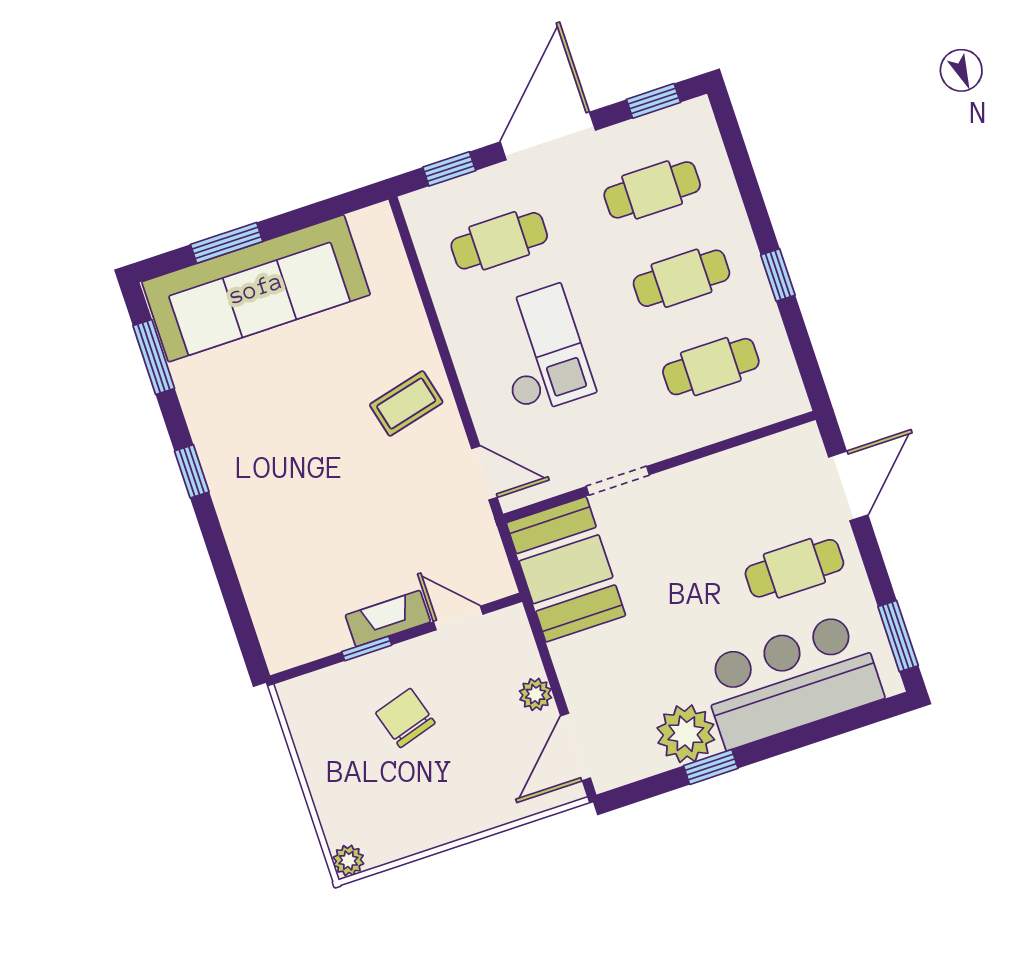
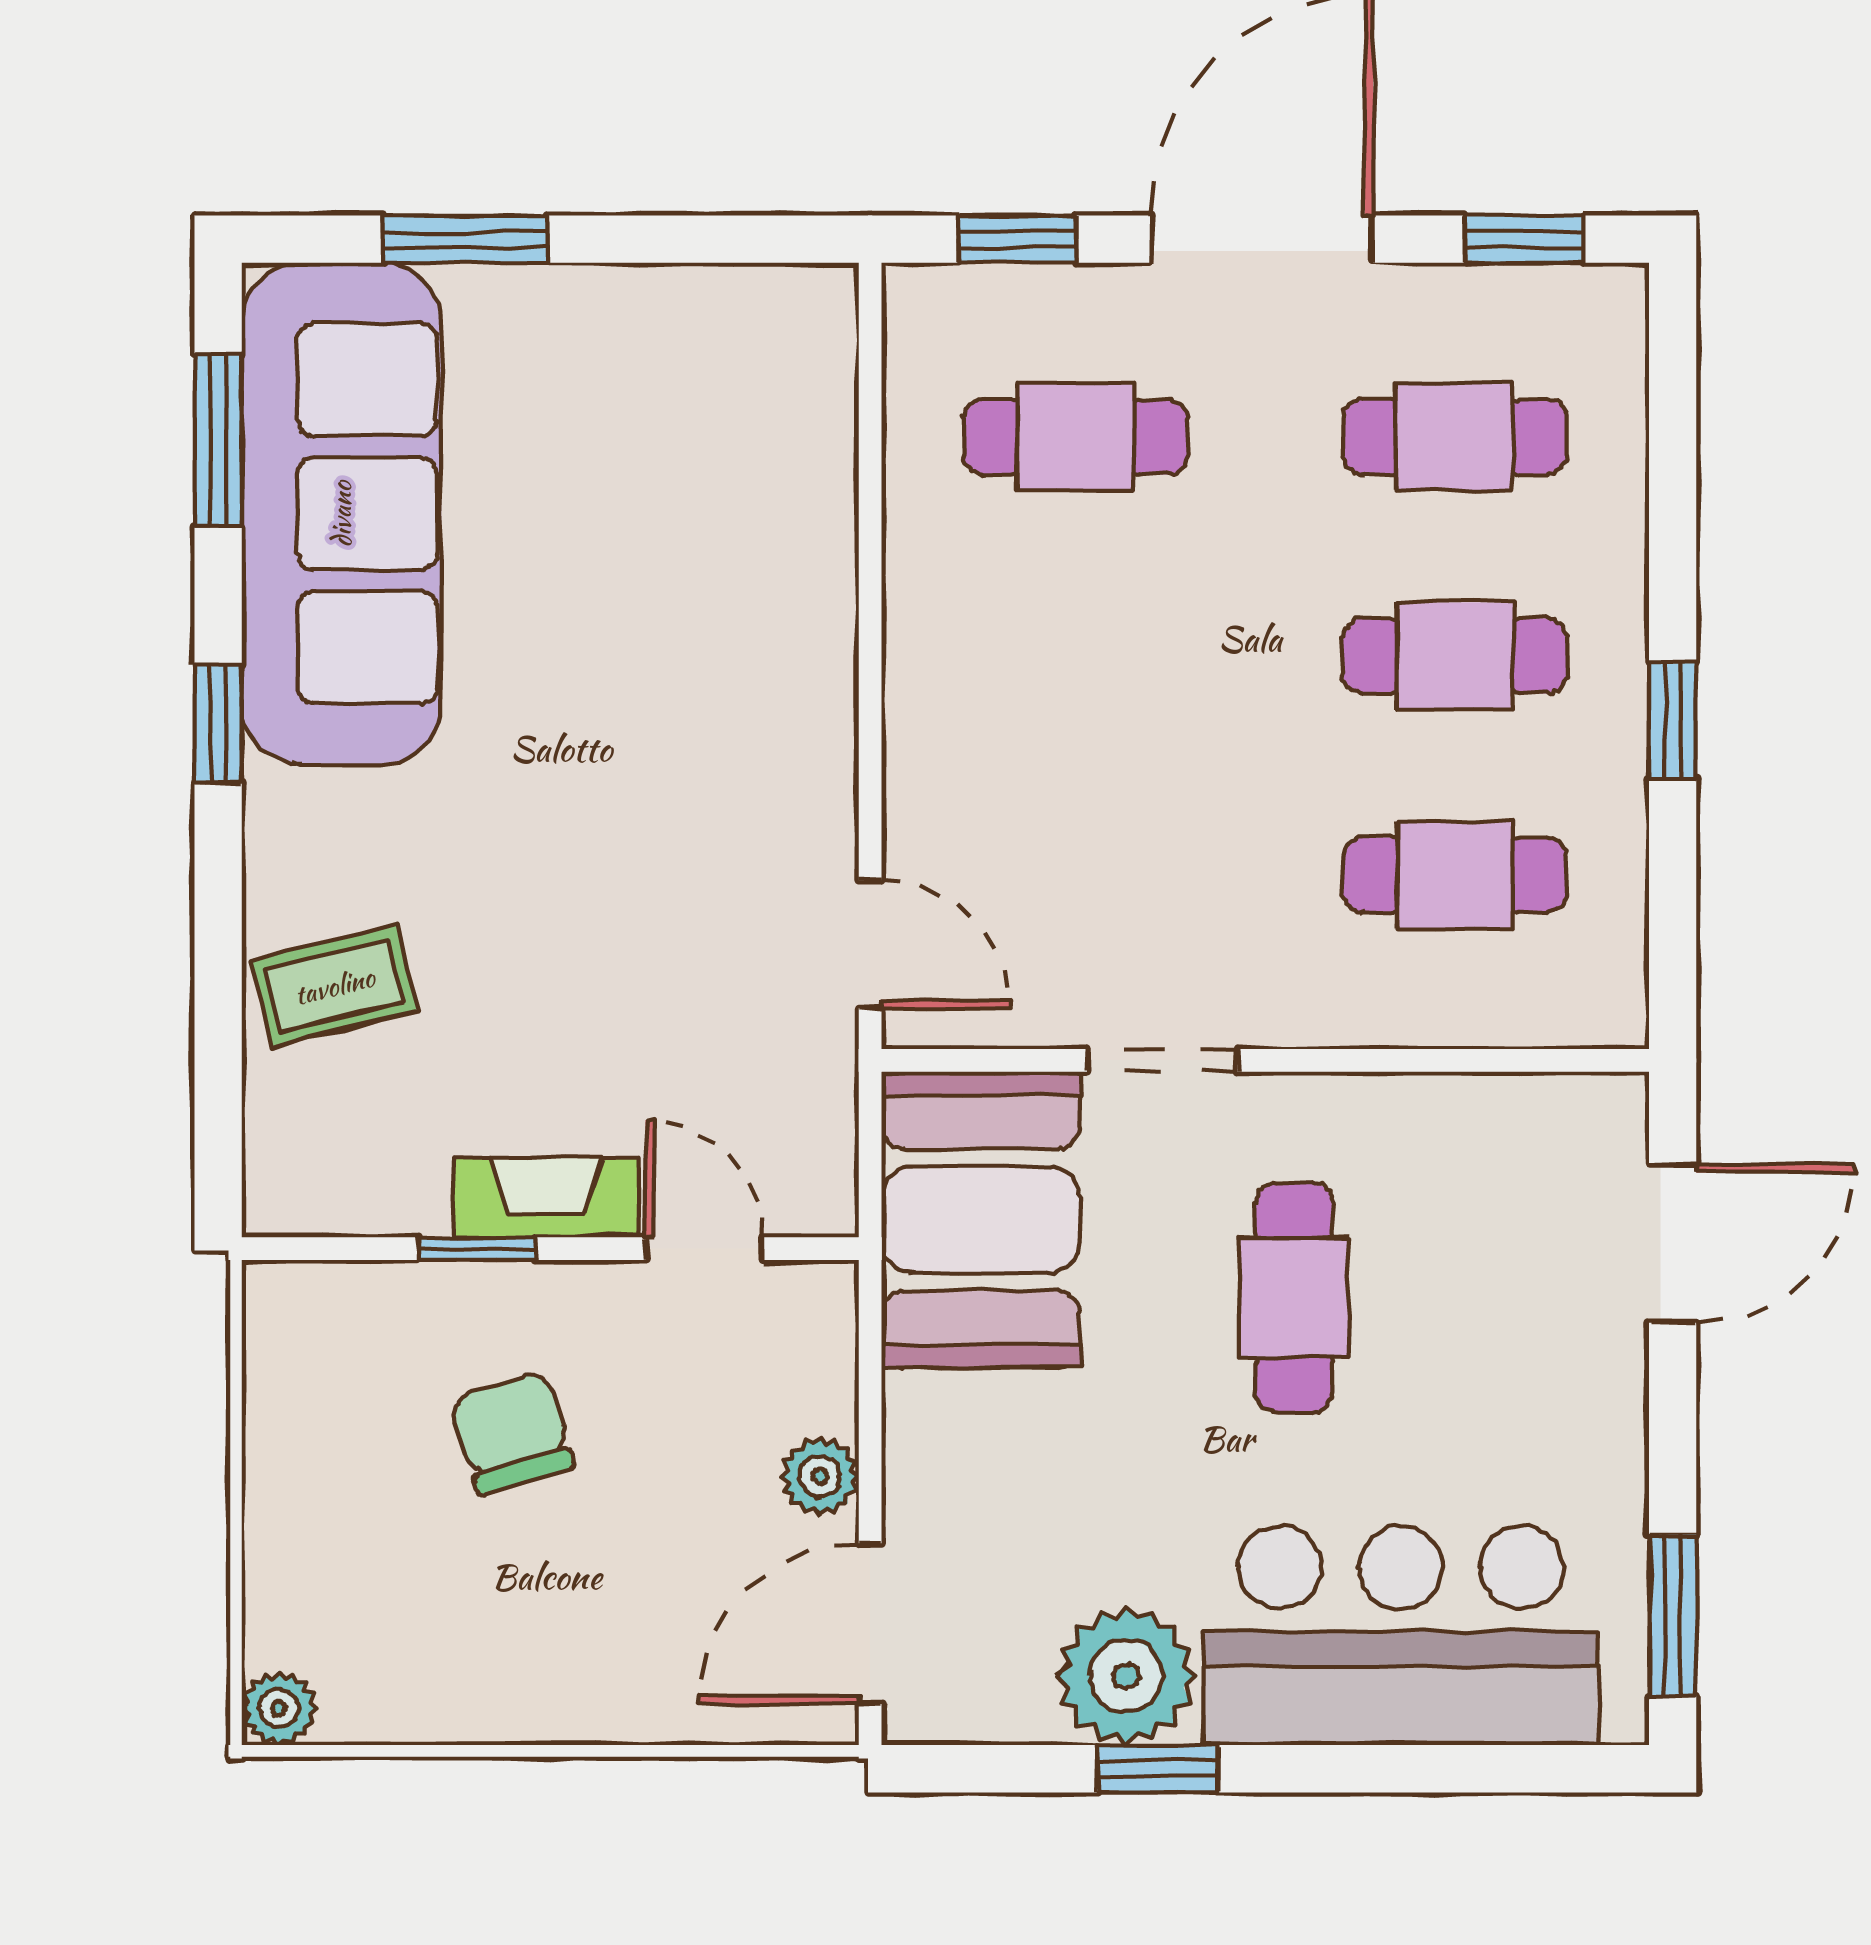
sofa: (256, 288) -> (341, 514), moved, turned -90
checkout: (540, 350) -> (1087, 711), removed
coffee table: (406, 404) -> (334, 986), moved
cafe table: (794, 568) -> (1294, 1297), moved, turned 90

